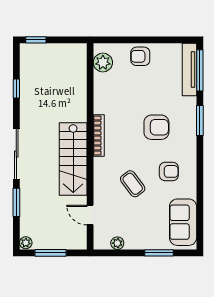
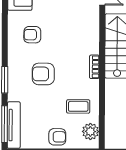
bookcase: (99, 136) -> (94, 67), width x0.64
coffee table: (133, 184) -> (78, 106), moved, turned -53

